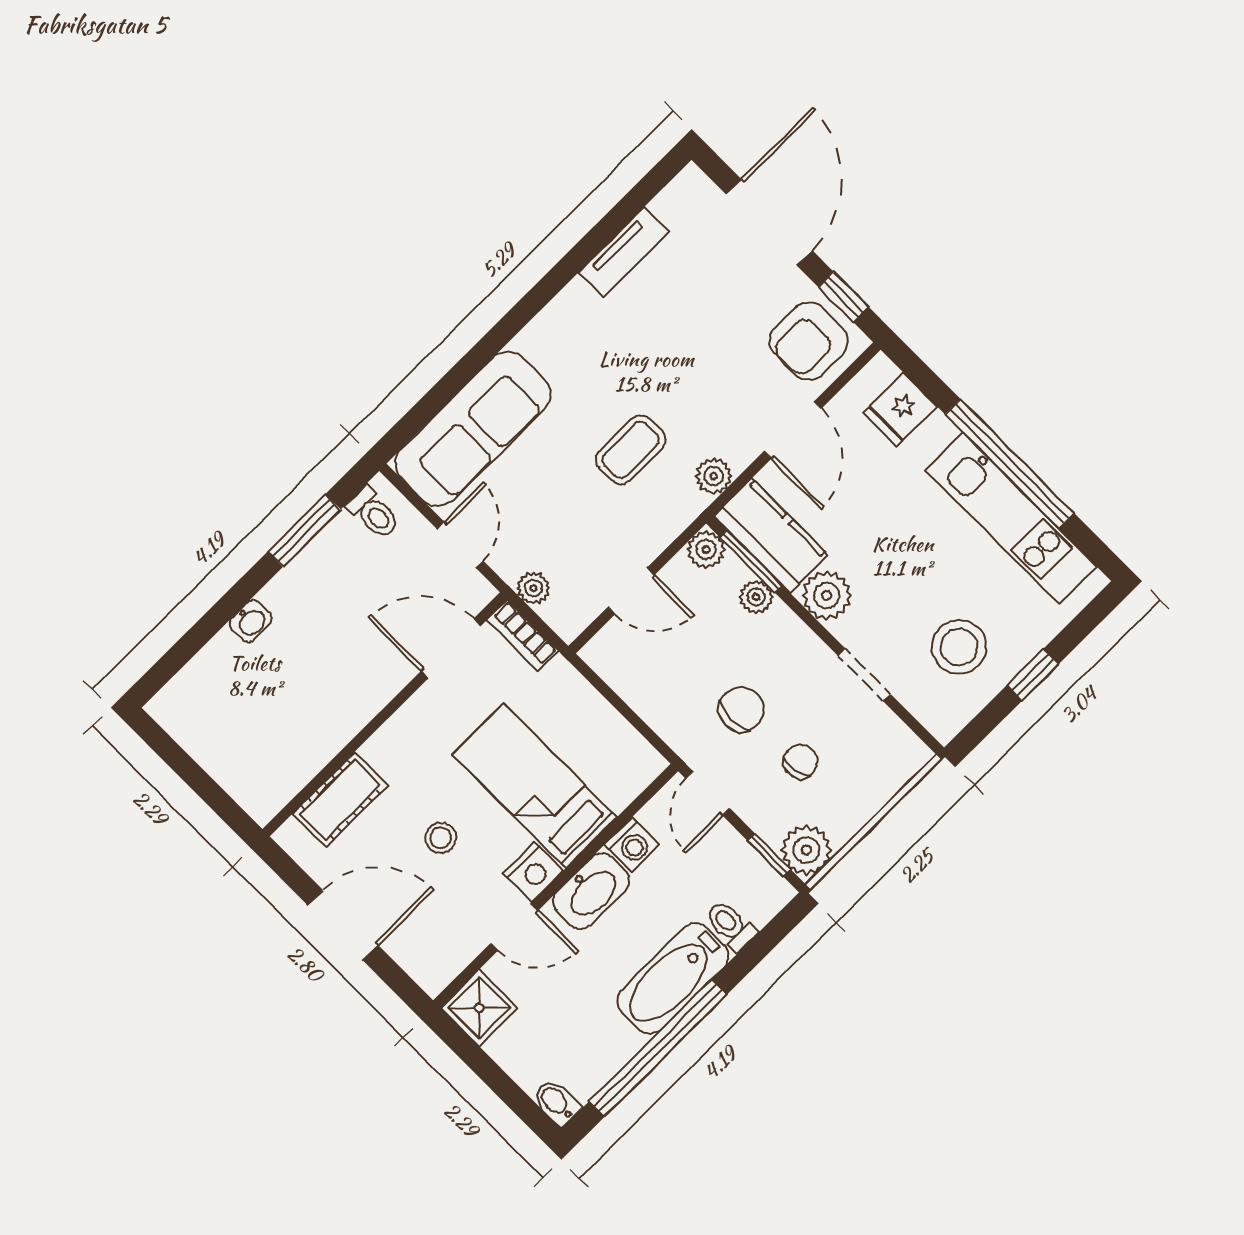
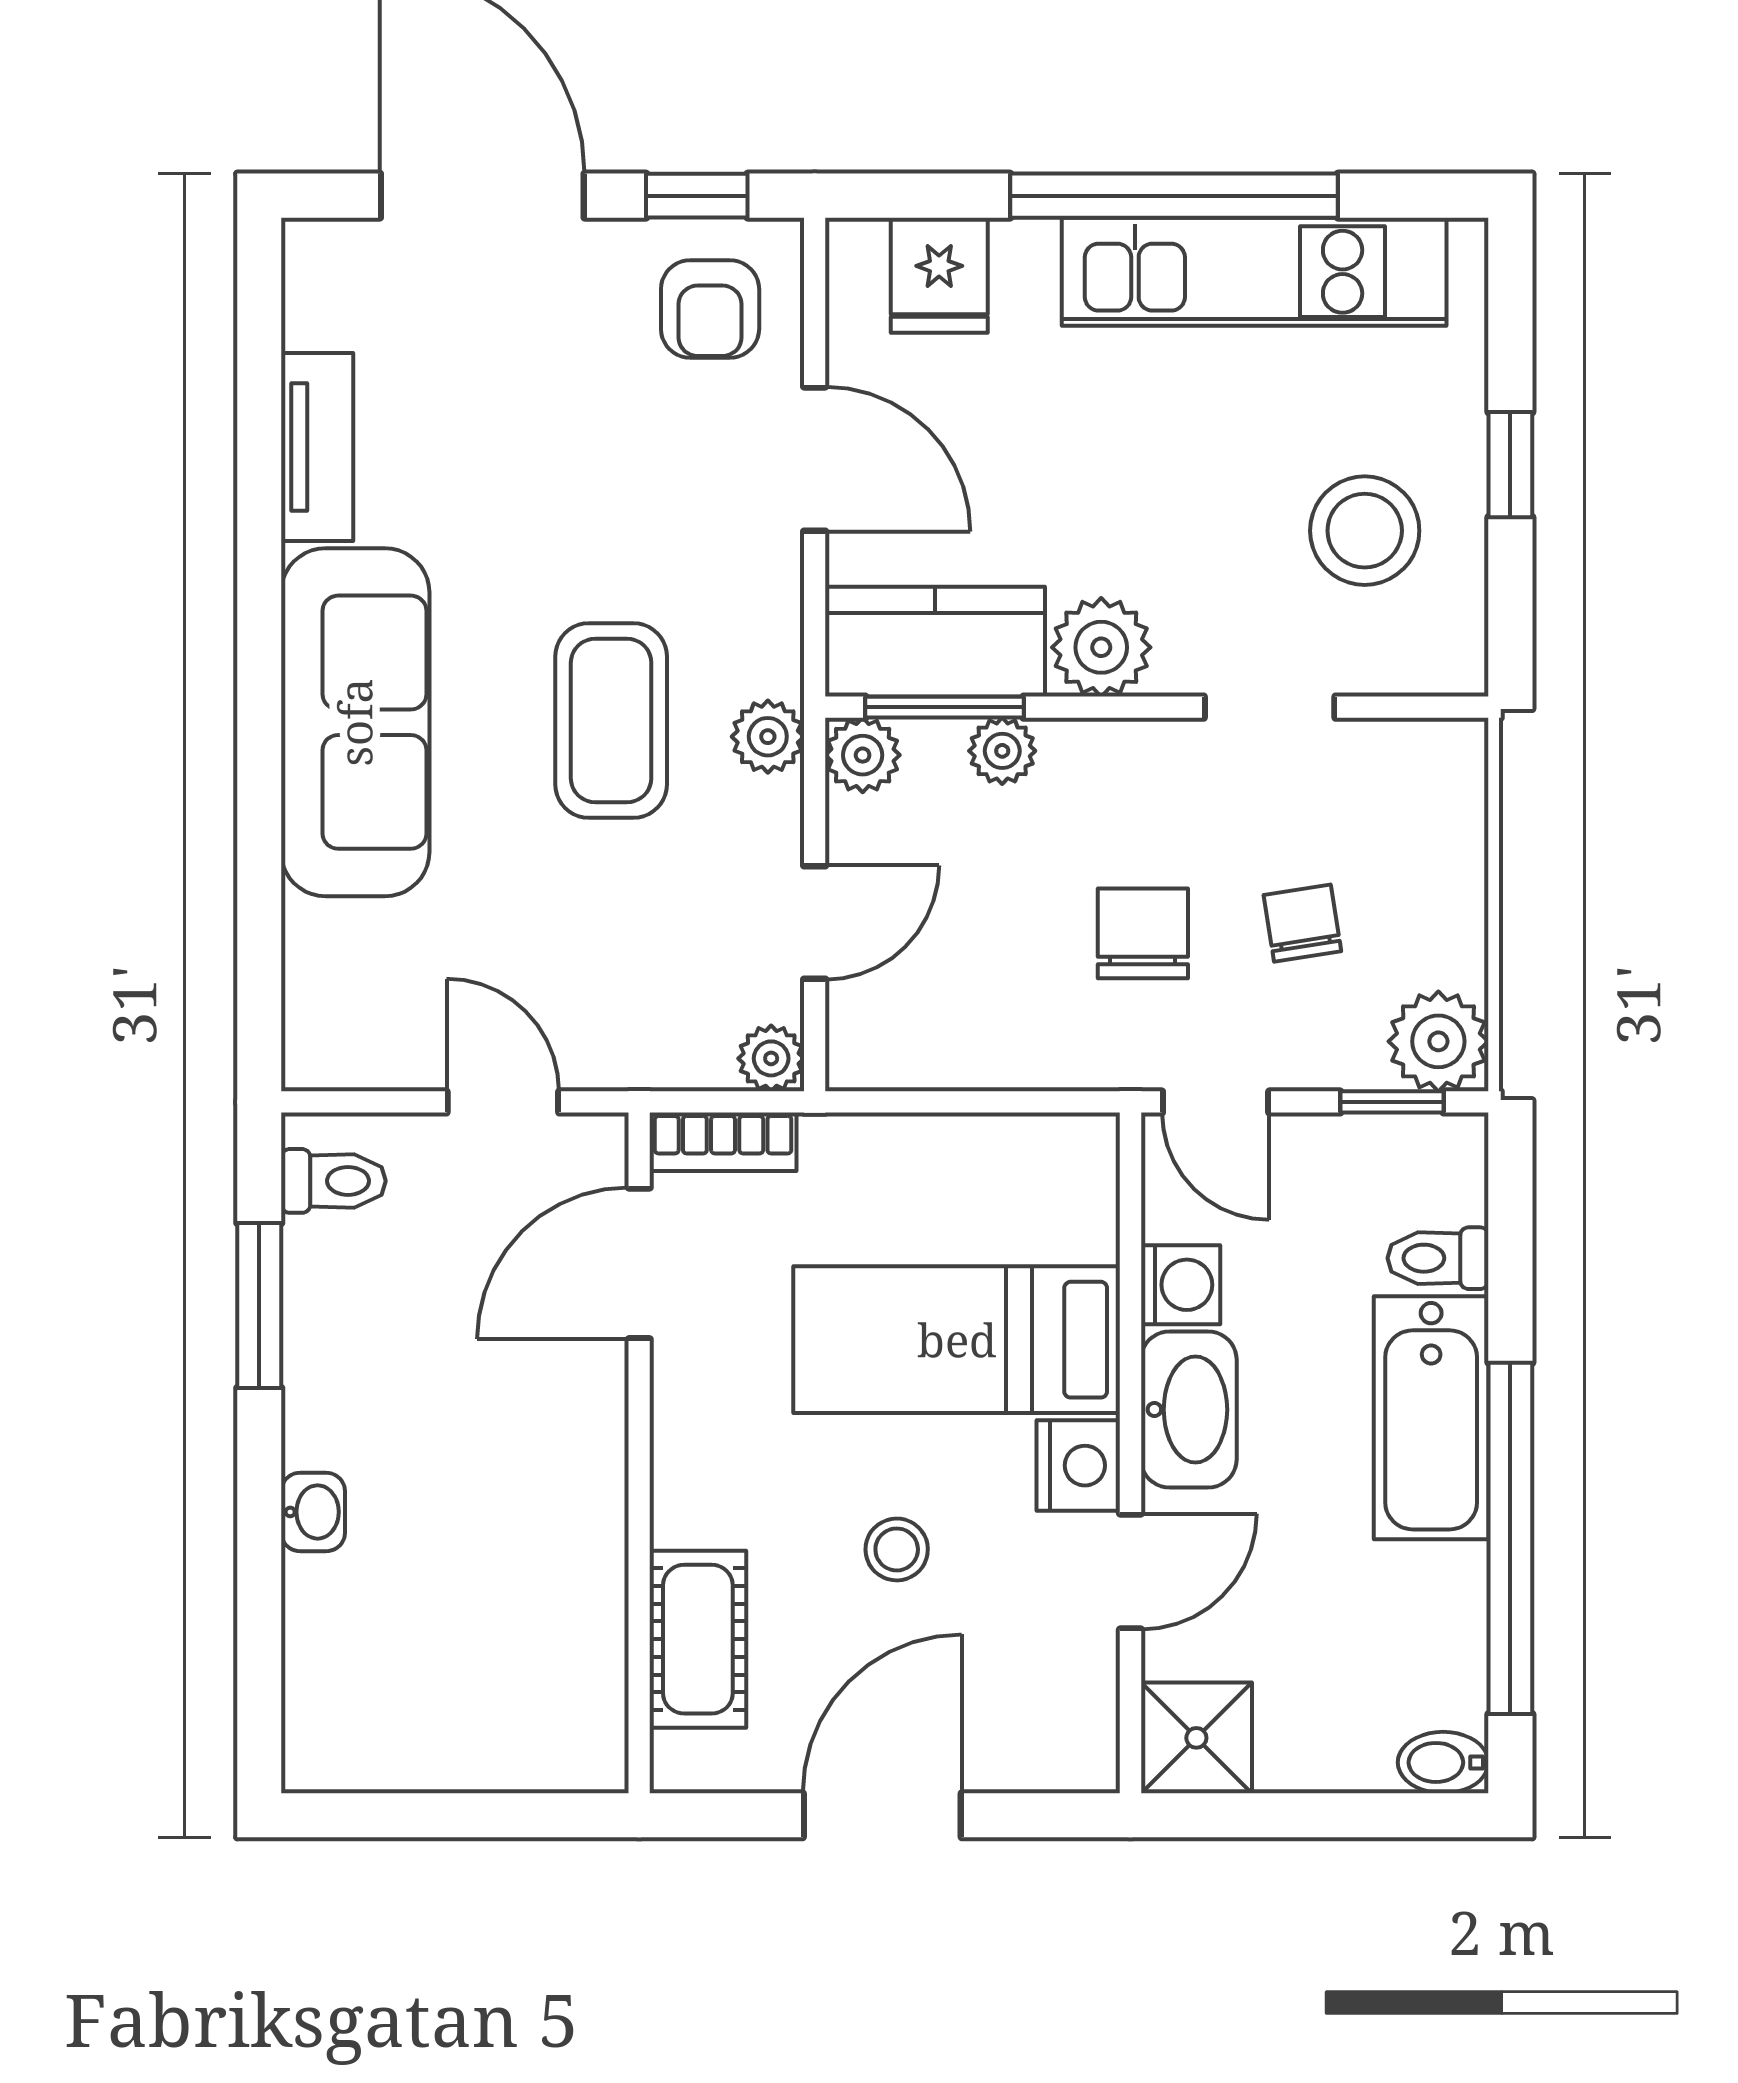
armchair: (809, 341) -> (710, 309), width x0.72, depth x0.72
sofa: (473, 429) -> (355, 722), moved
coffee table: (631, 450) -> (611, 720), width x1.36, depth x1.30
plant: (714, 476) -> (768, 737), moved
plant: (533, 588) -> (771, 1058), moved

